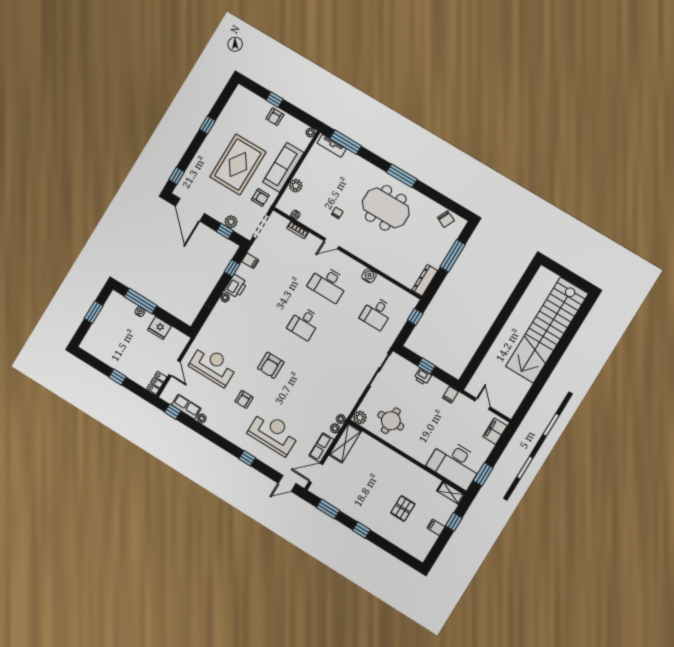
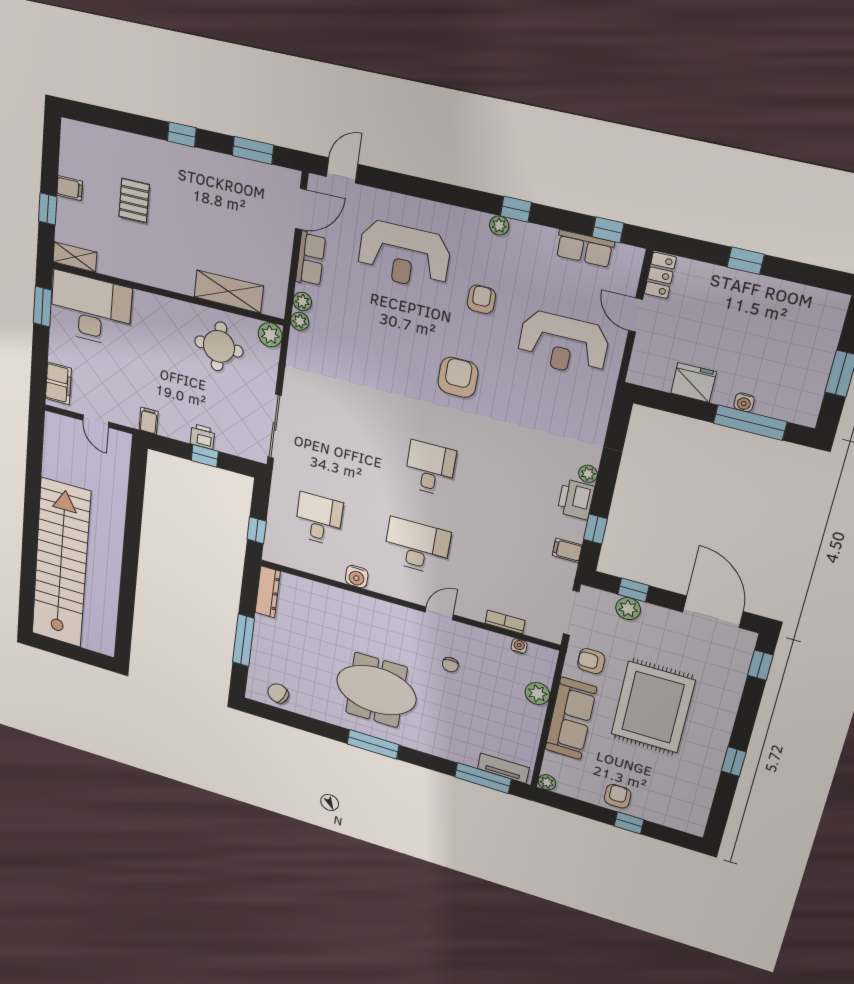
plant: (202, 418) -> (499, 226), moved
shelving: (345, 443) -> (229, 292), moved, turned 90
window: (247, 458) -> (516, 209), moved

